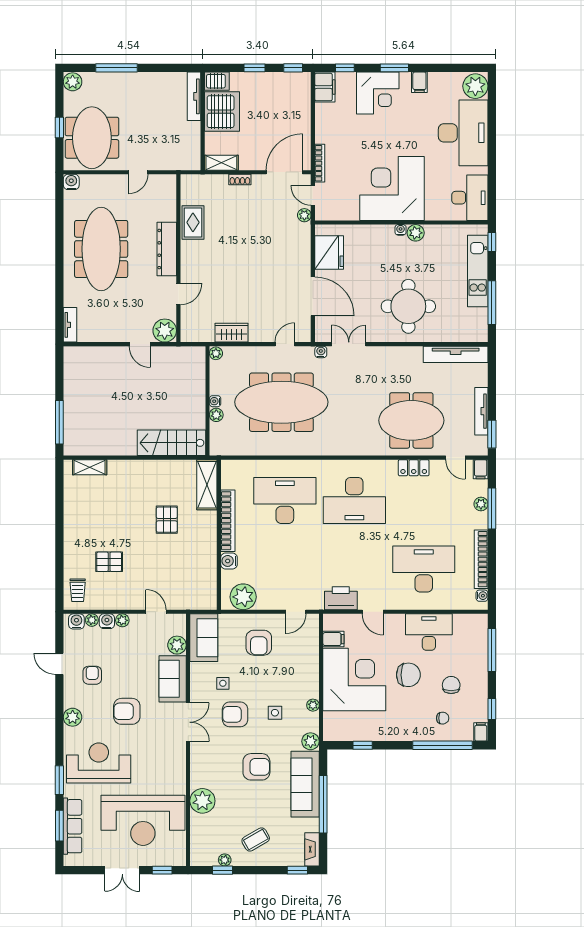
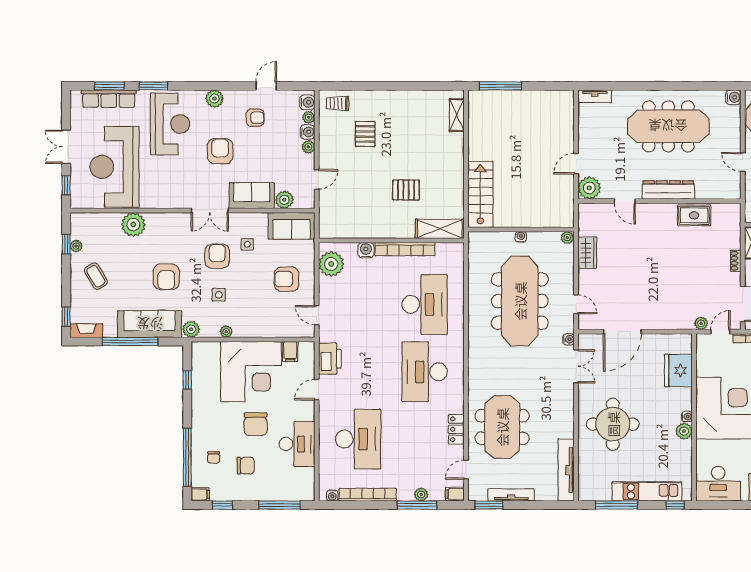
fridge: (329, 253) -> (678, 371), moved, turned 90
plant: (216, 415) -> (508, 238), removed

